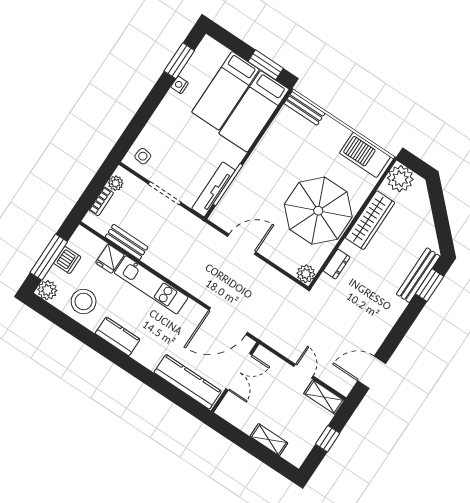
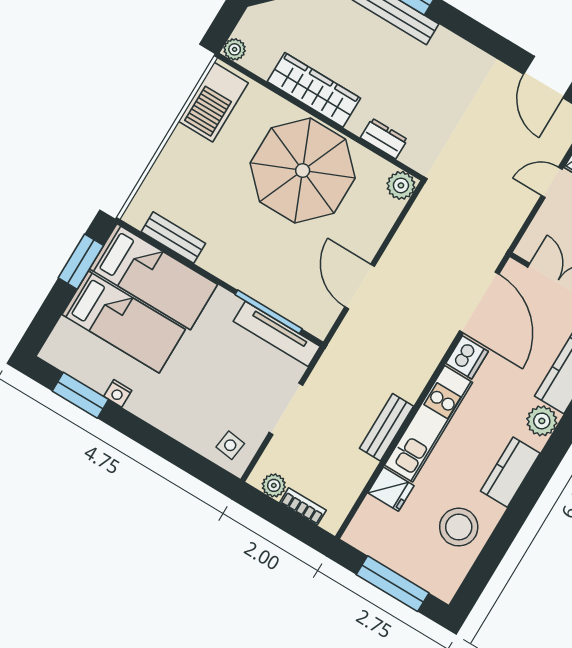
bench: (305, 108) -> (173, 238), moved, turned 90
plant: (400, 179) -> (235, 49), width x0.53, depth x0.53
bench: (127, 242) -> (386, 427), moved
dishwasher: (67, 260) -> (467, 357), moved, turned 90
plant: (47, 290) -> (542, 421), moved

